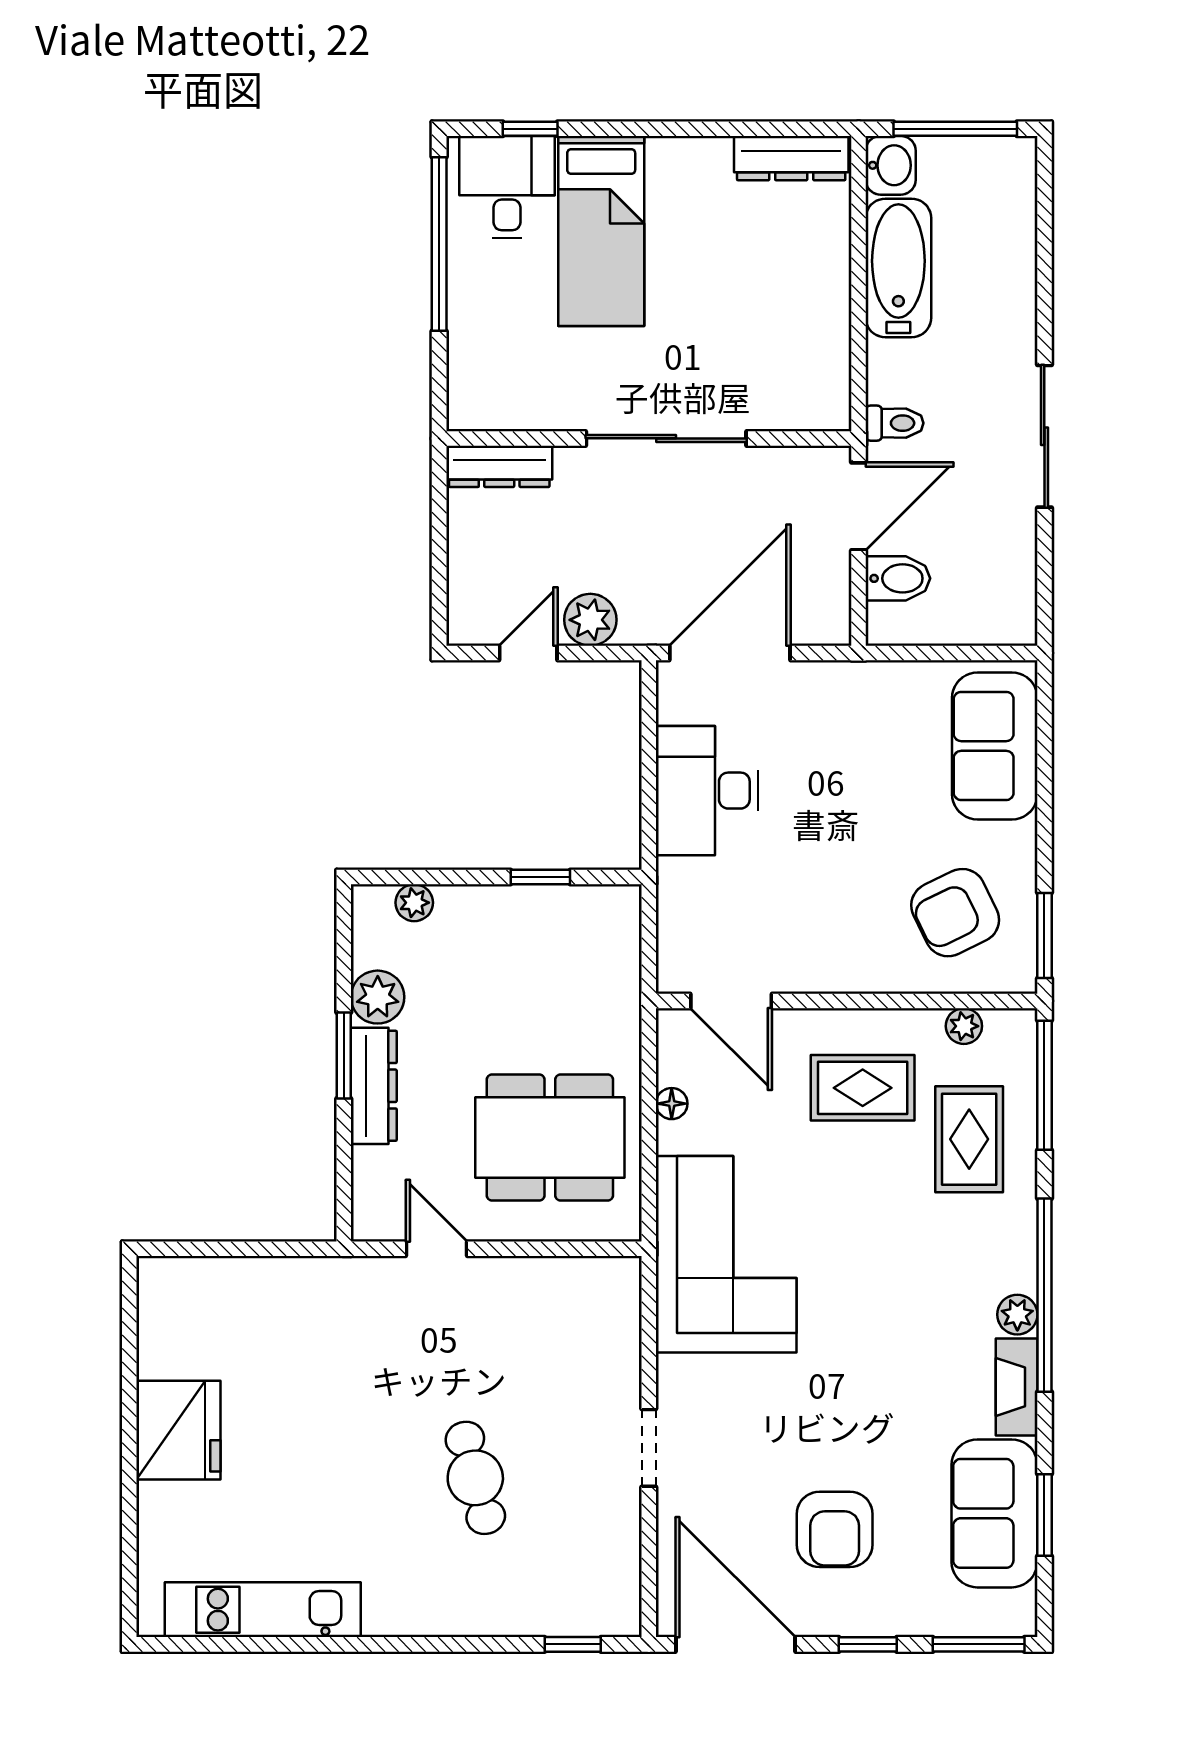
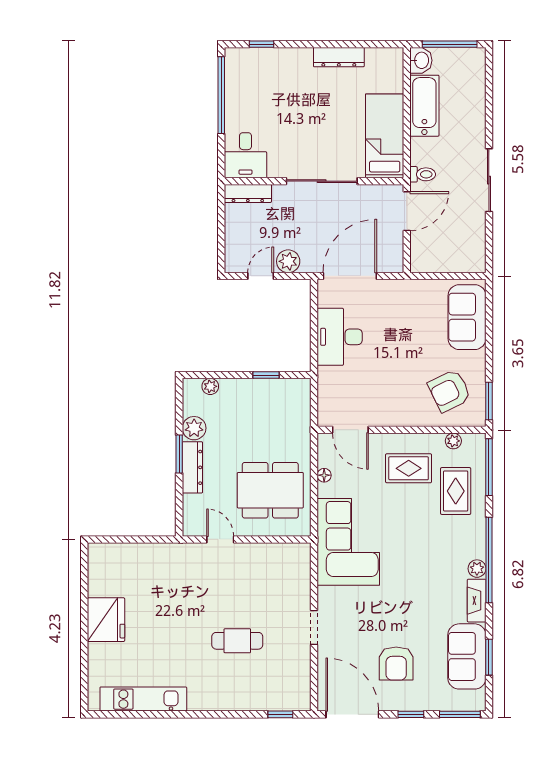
dresser: (791, 158) -> (339, 57), moved
desk: (507, 187) -> (245, 155), moved, turned 180
bed: (601, 231) -> (385, 136), moved, turned 180
bidet: (898, 578) -> (424, 243), removed
cafe table: (475, 1478) -> (237, 641), turned -75

